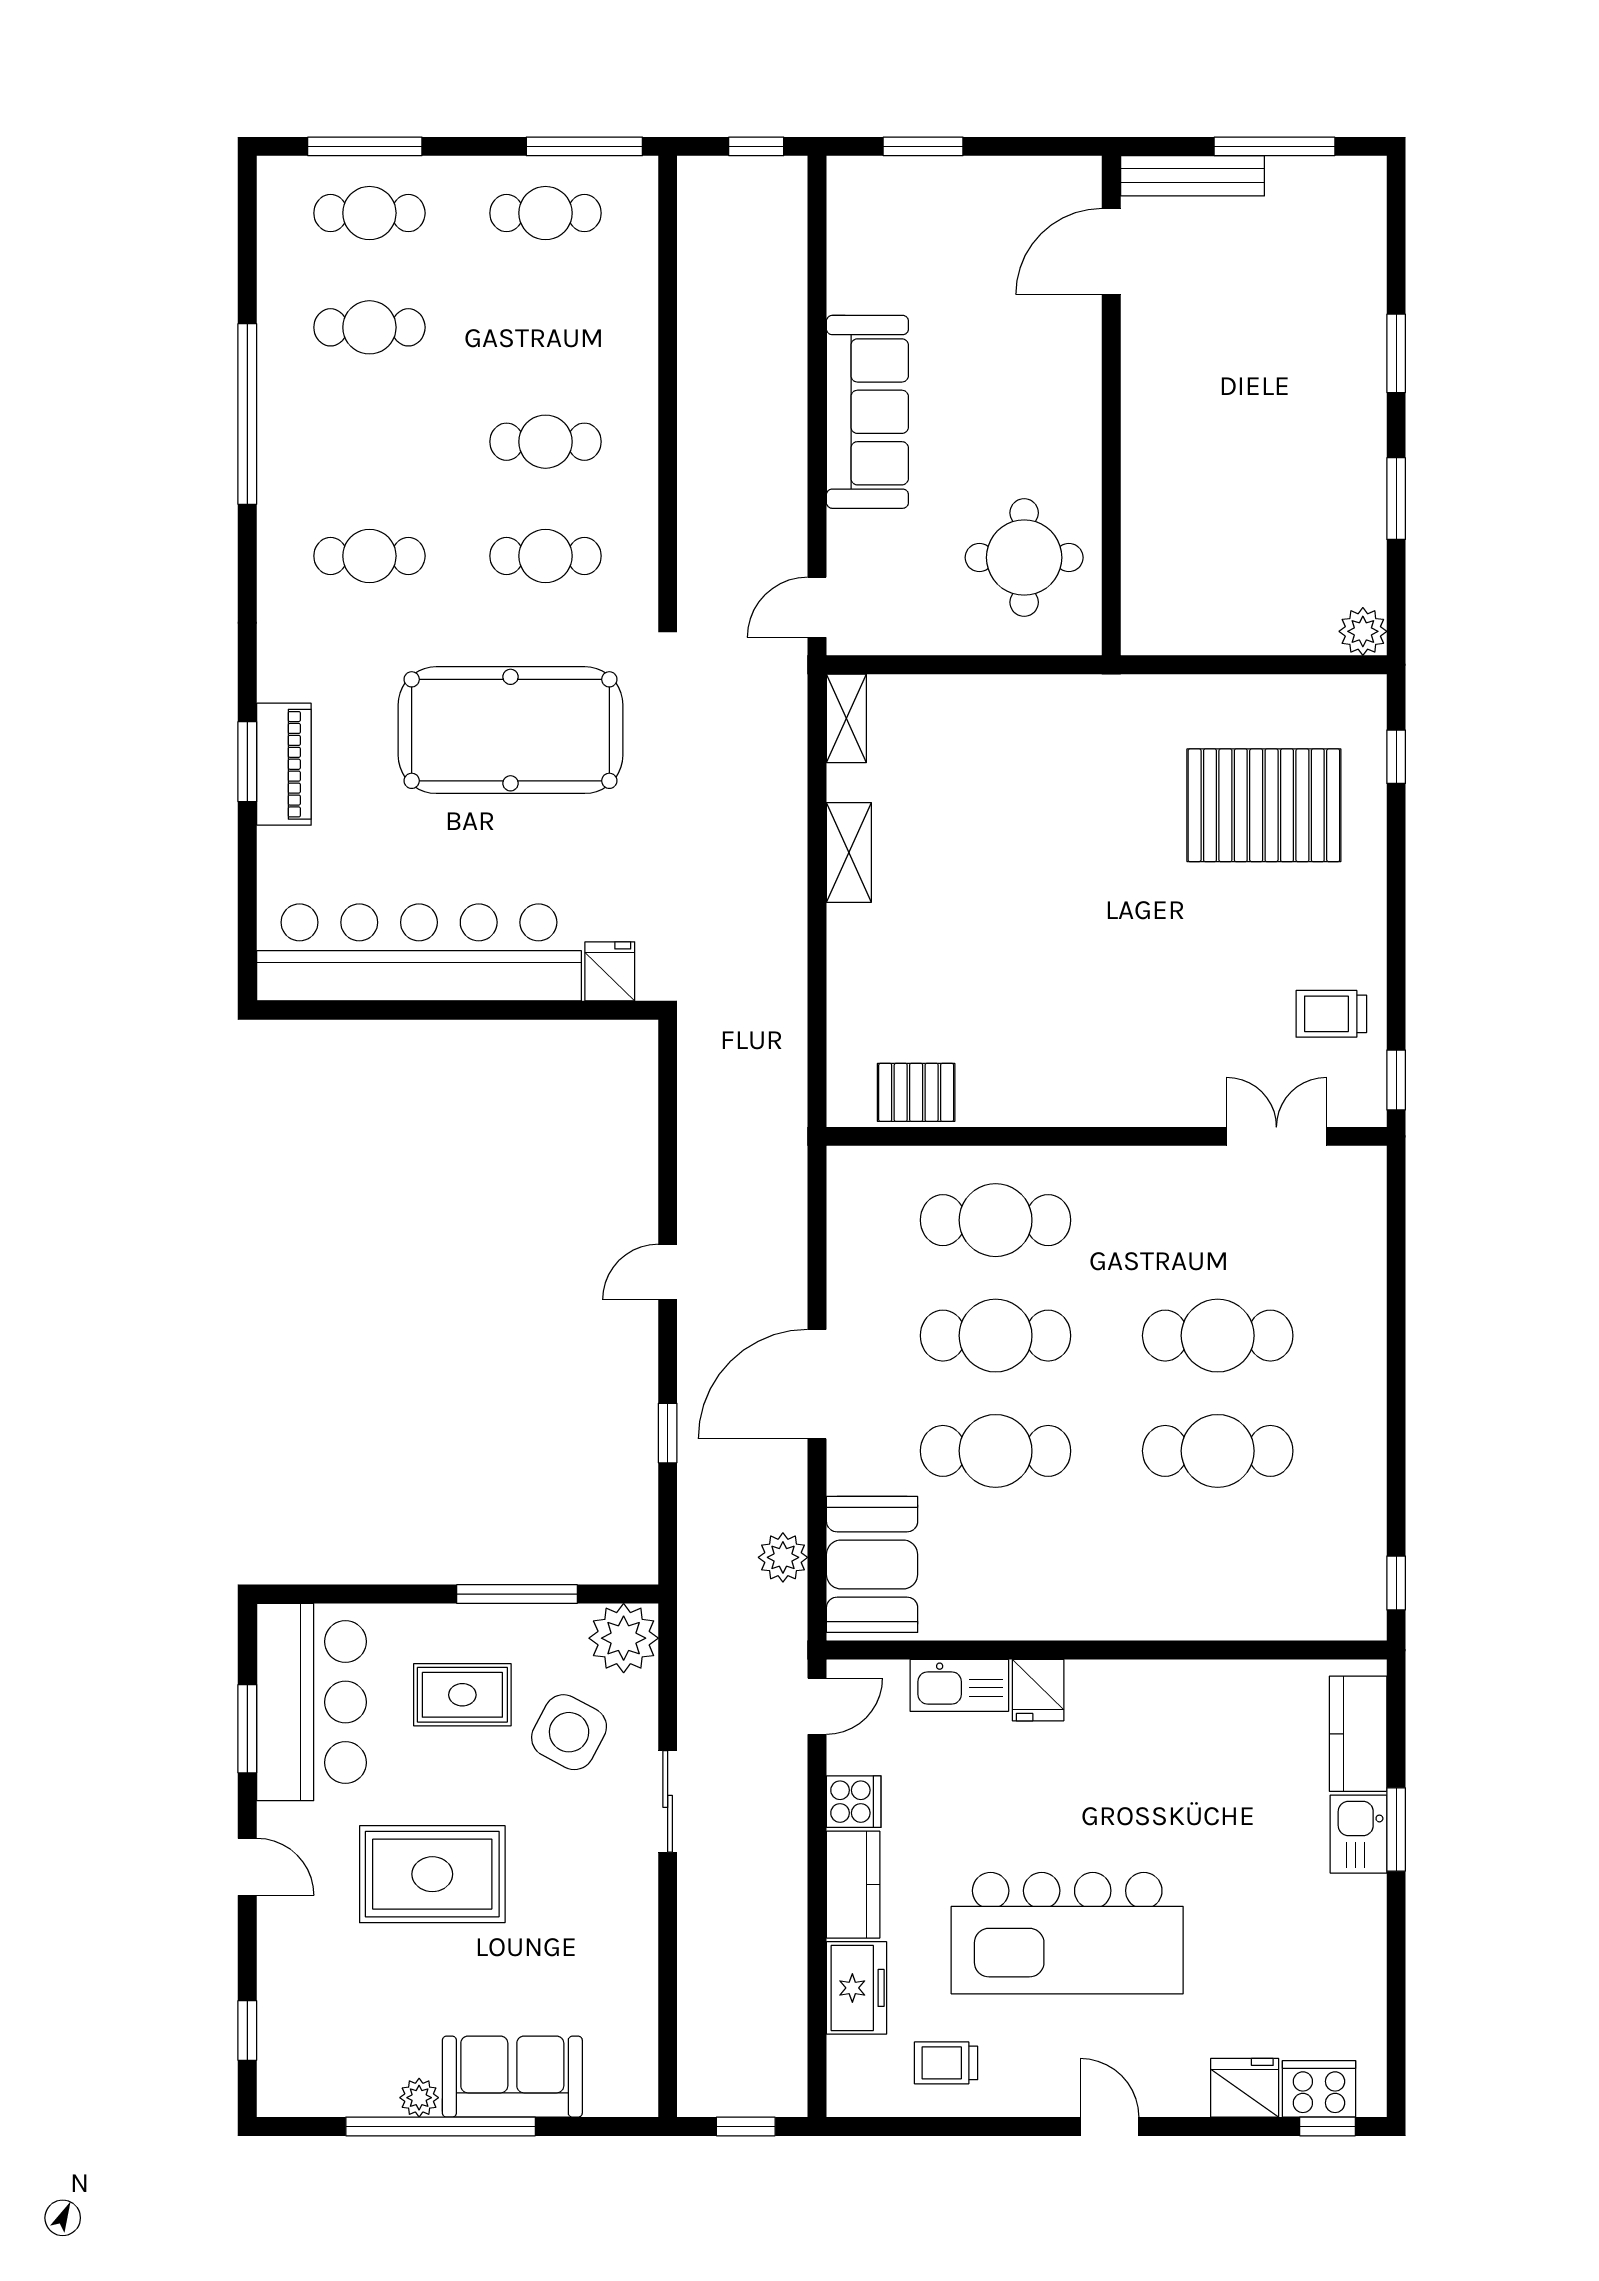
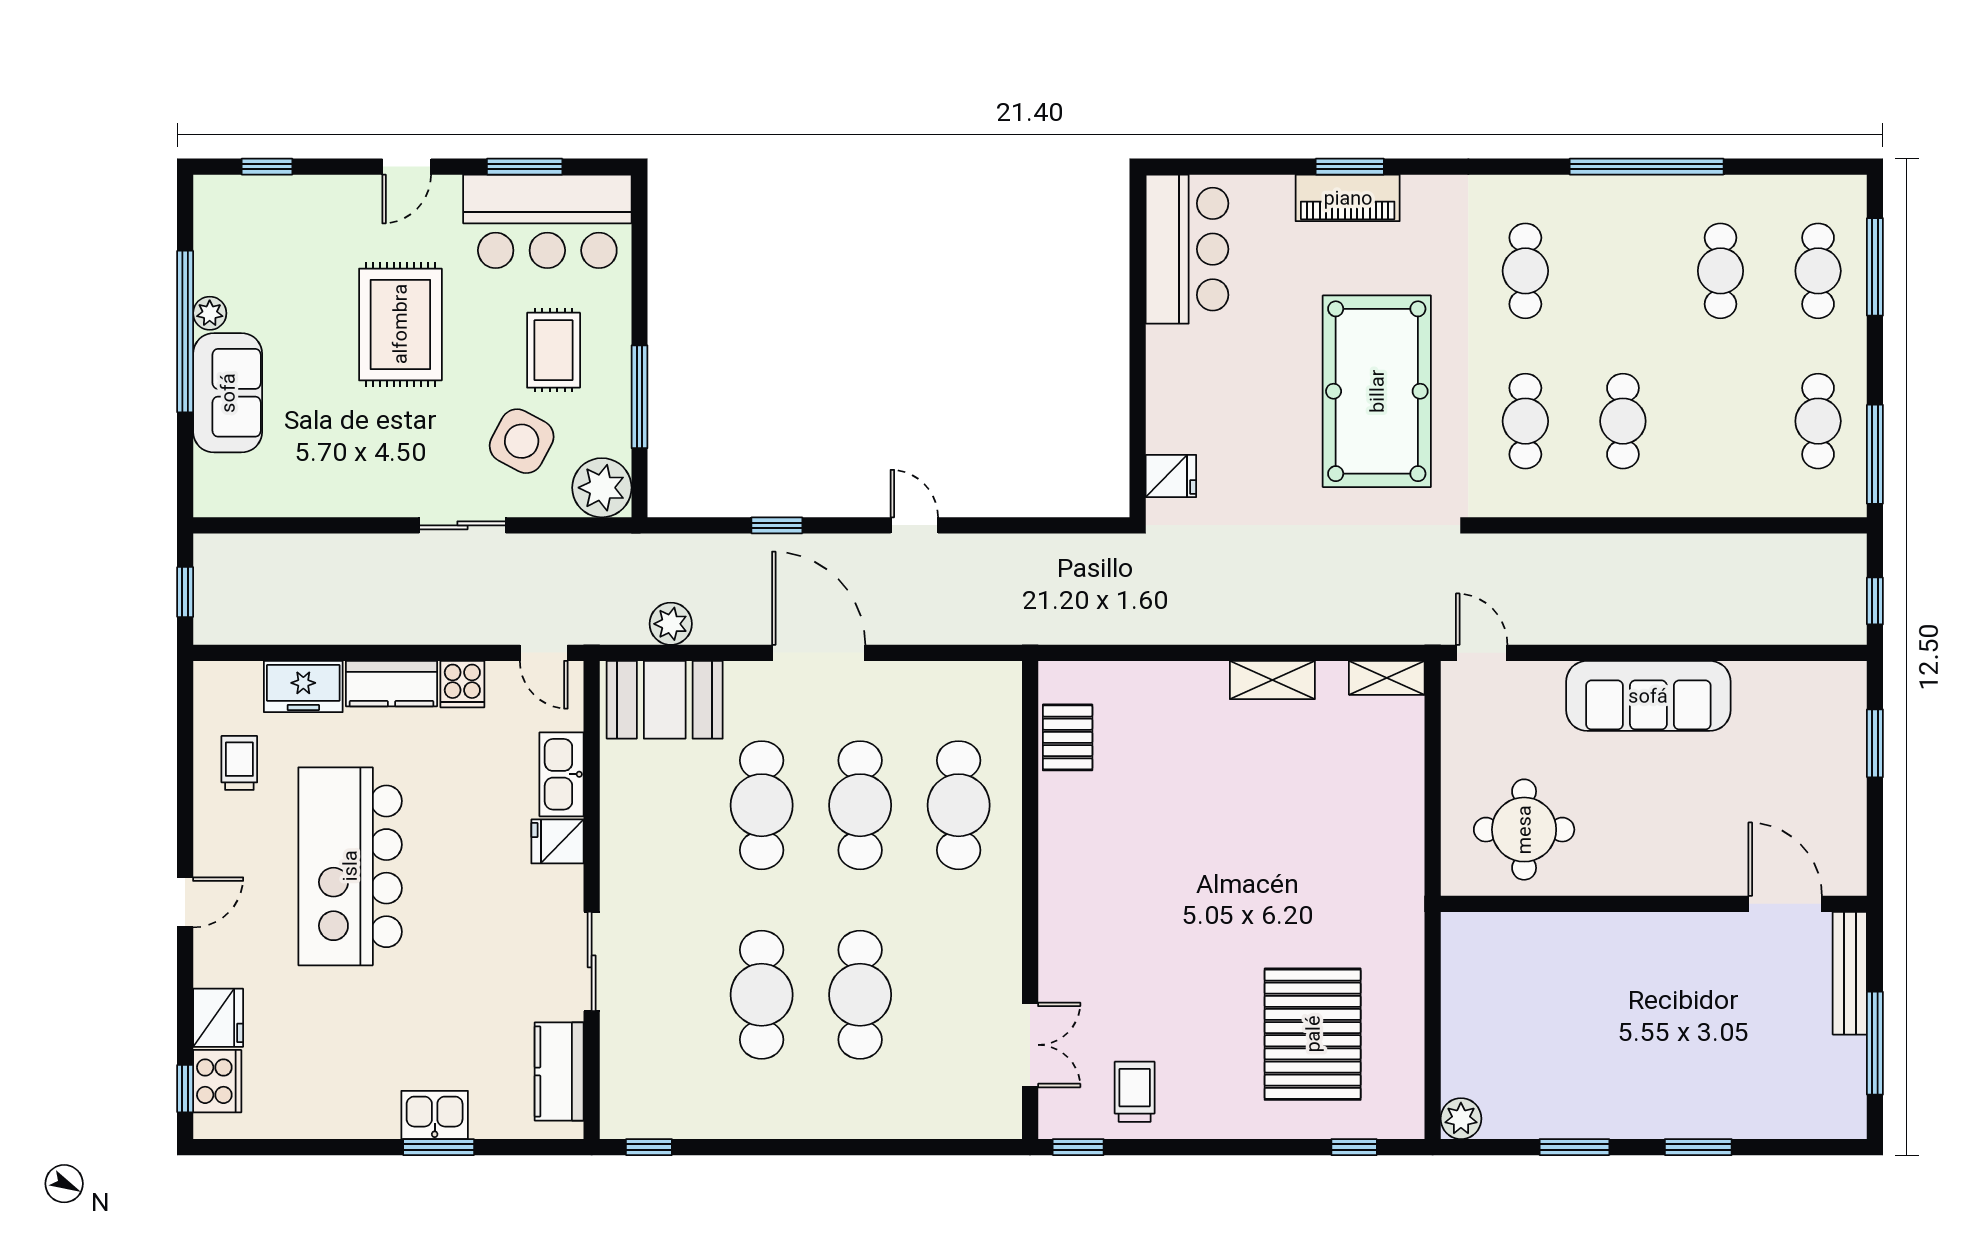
bar counter: (419, 952) -> (1187, 249), width x0.54
sliding door: (1179, 1650) -> (592, 961), added
kitchen counter: (1358, 1734) -> (559, 1072), moved, turned -90

